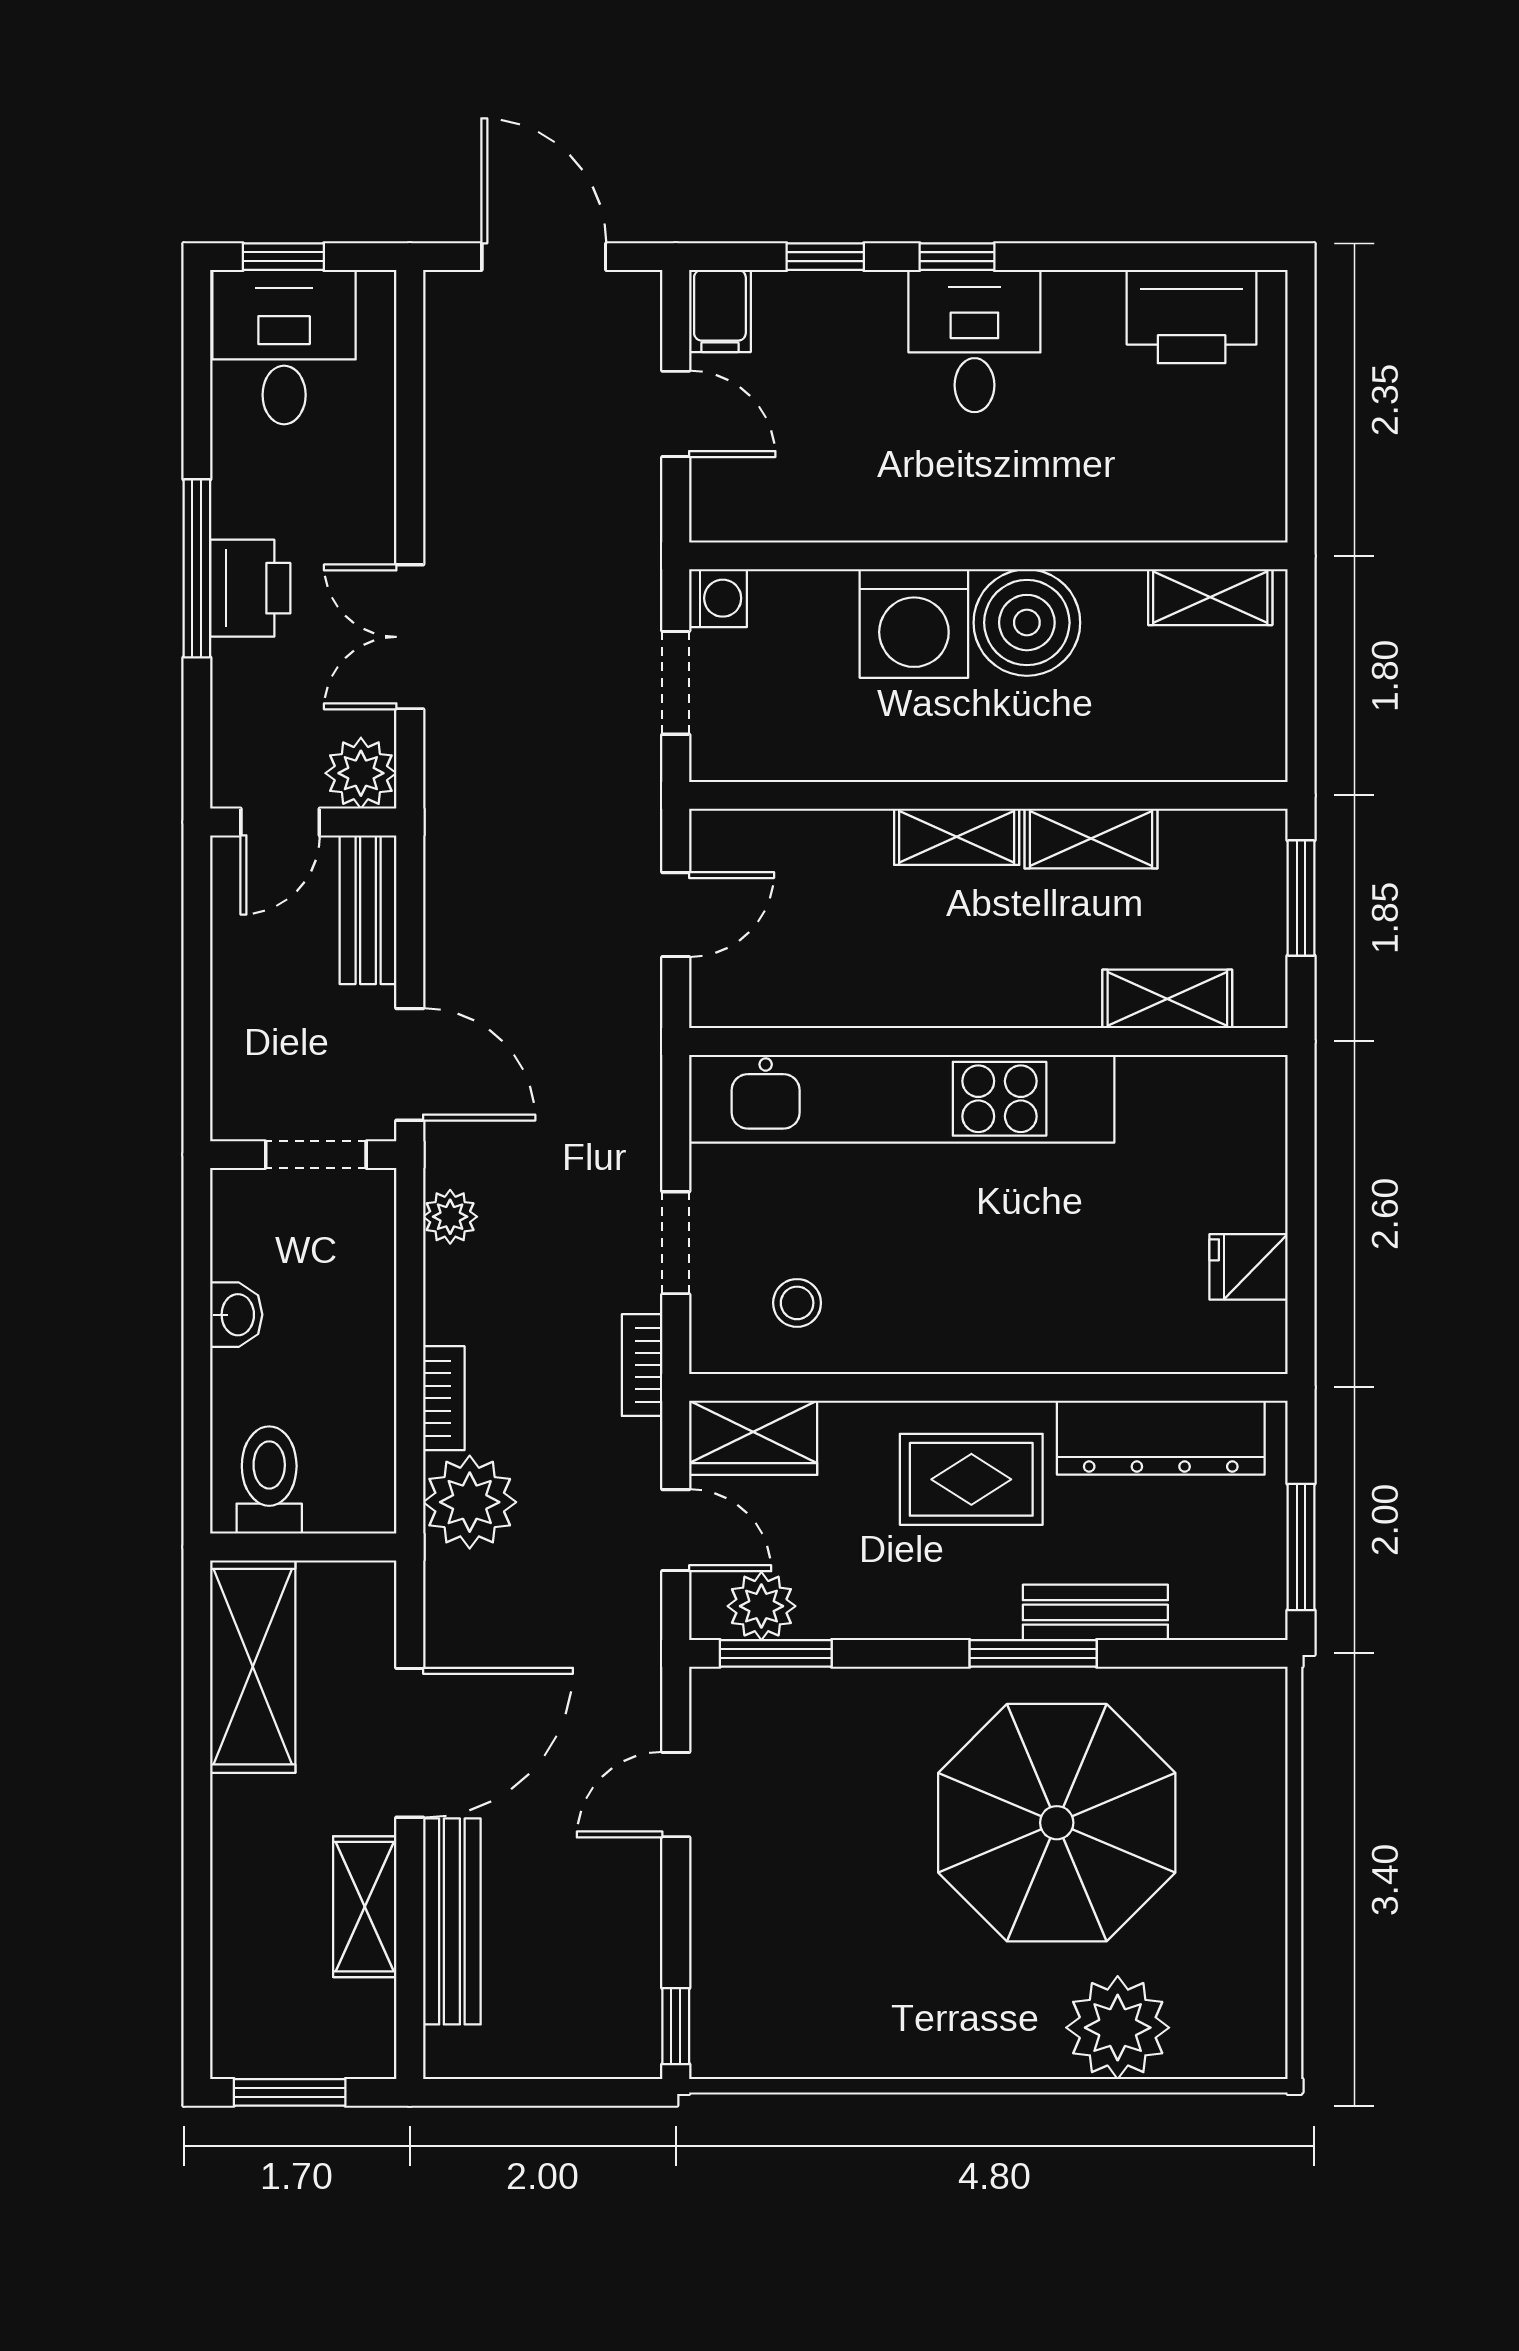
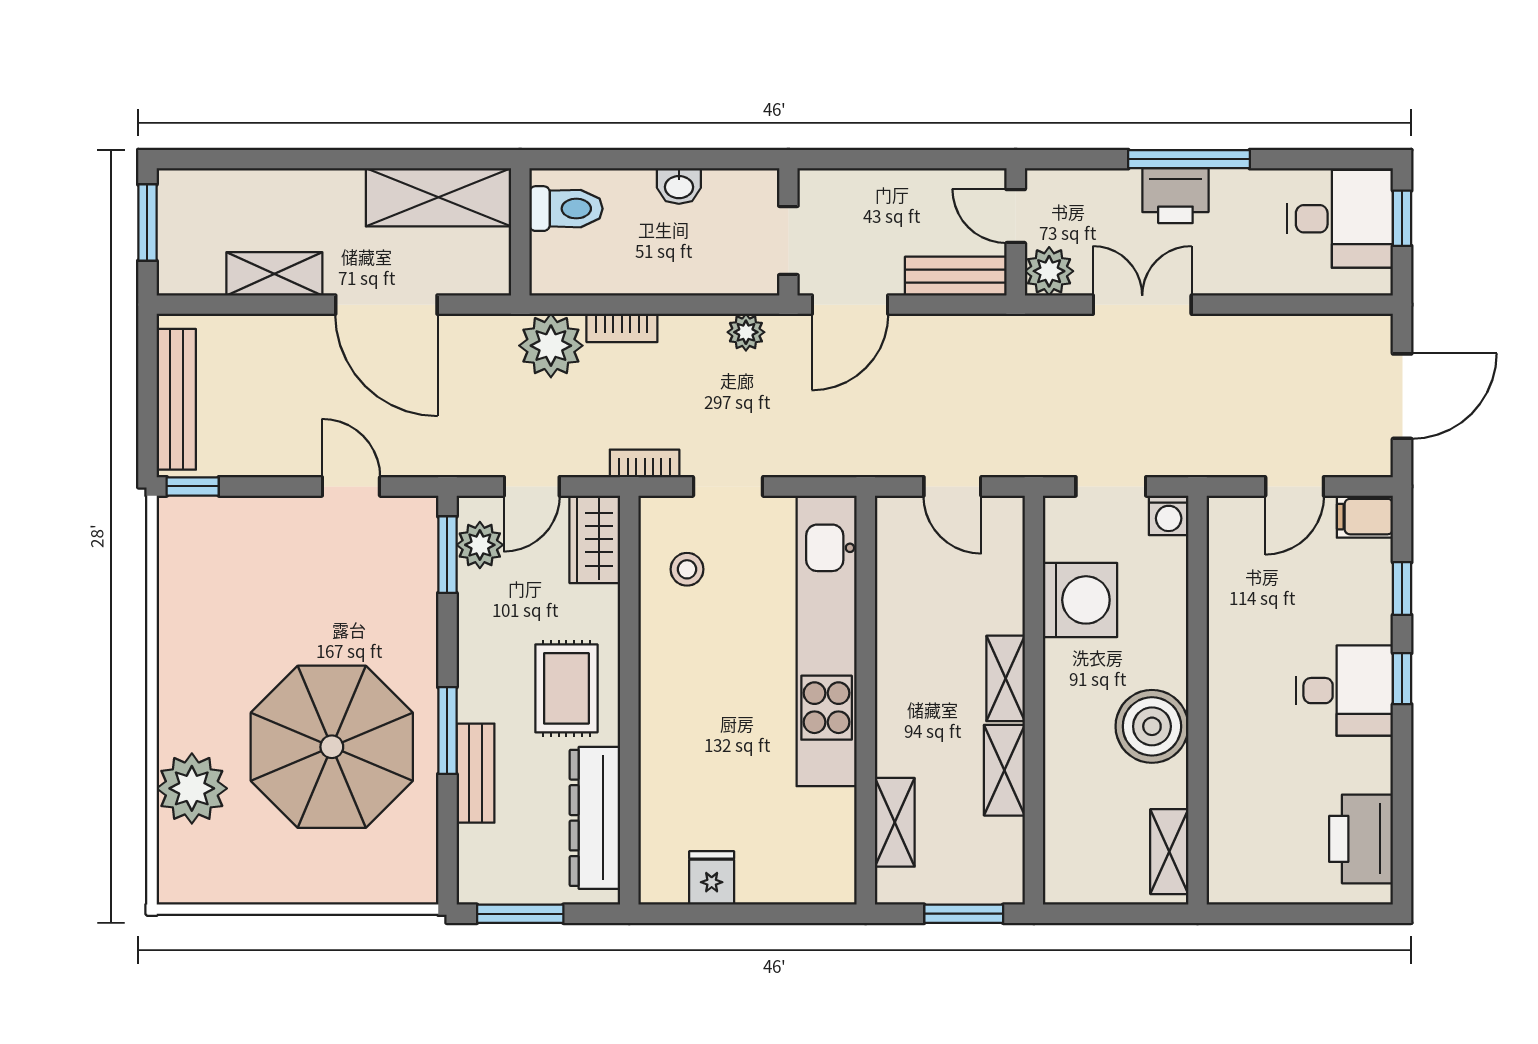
washing machine: (914, 624) -> (1080, 600), moved, turned 180
bench: (452, 1921) -> (176, 399), moved, turned 90

